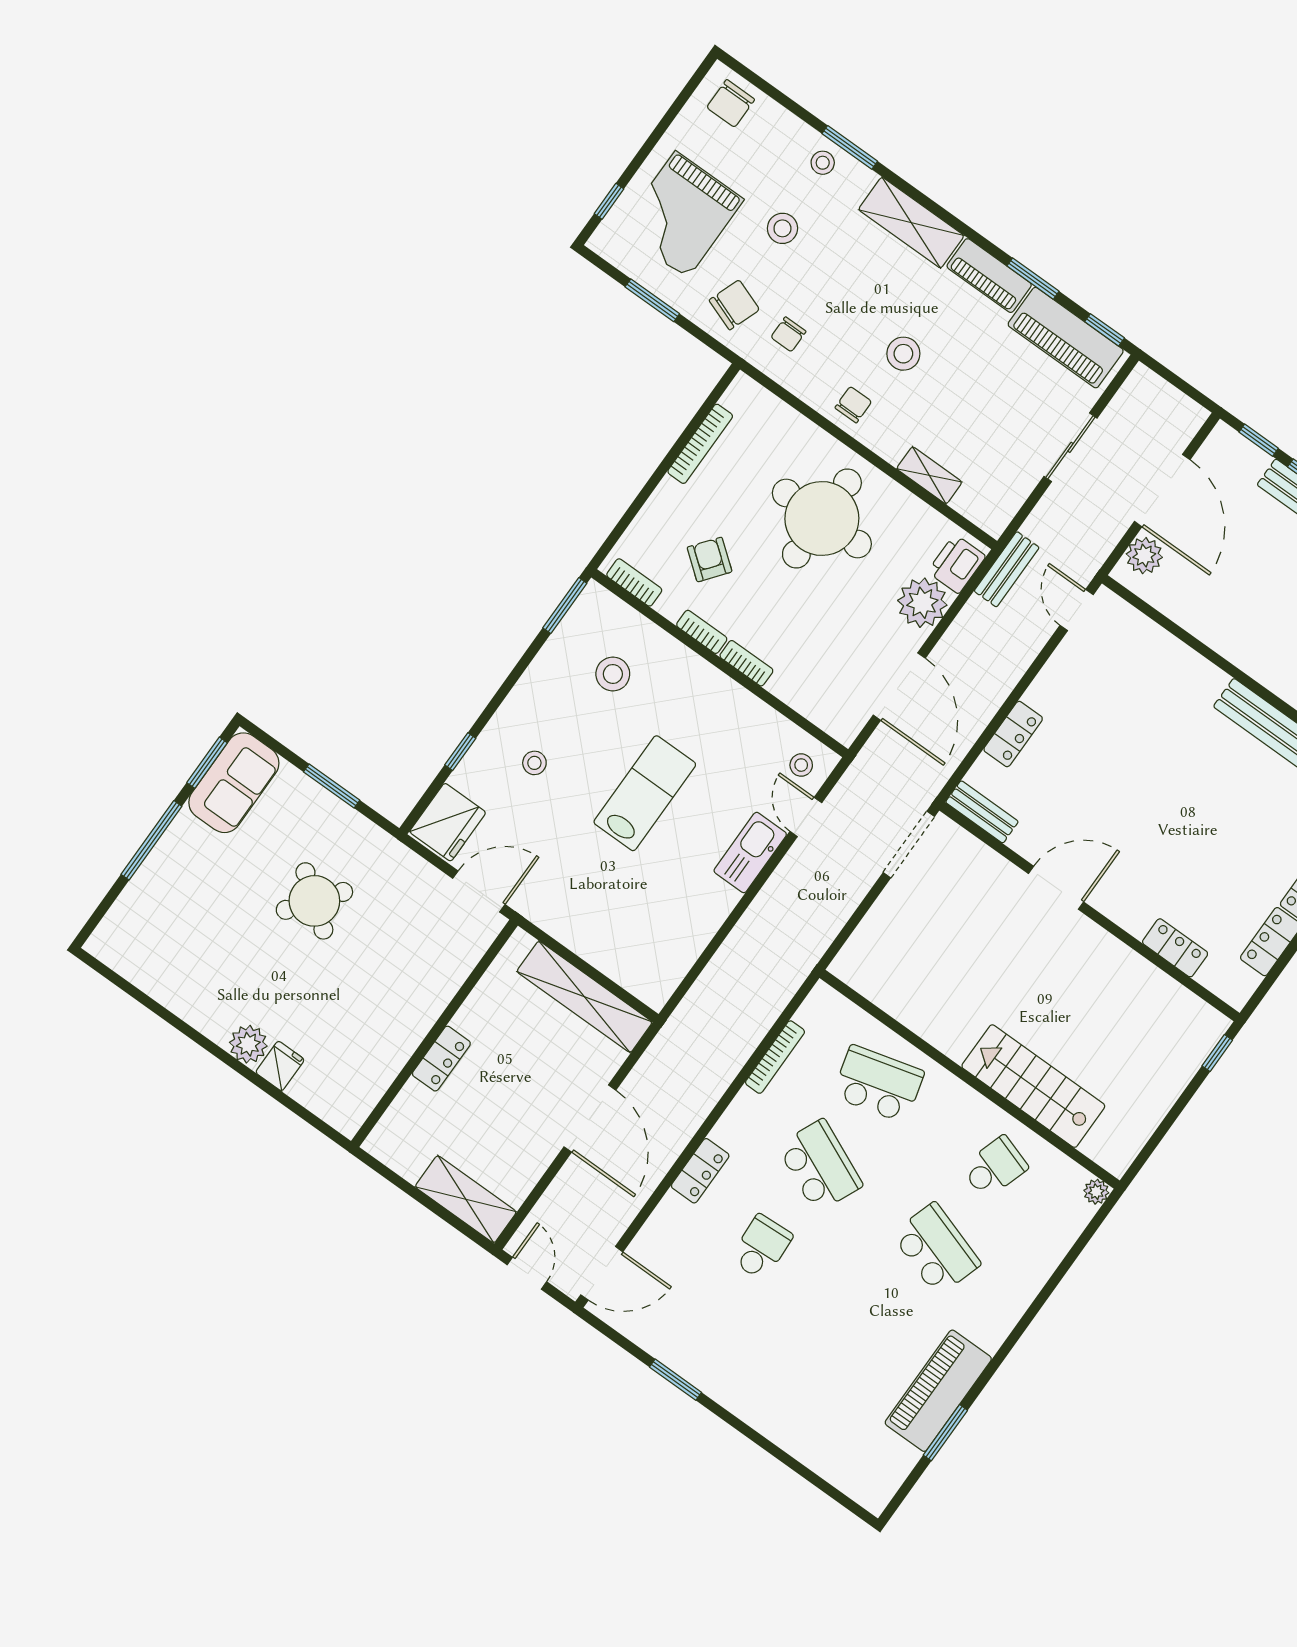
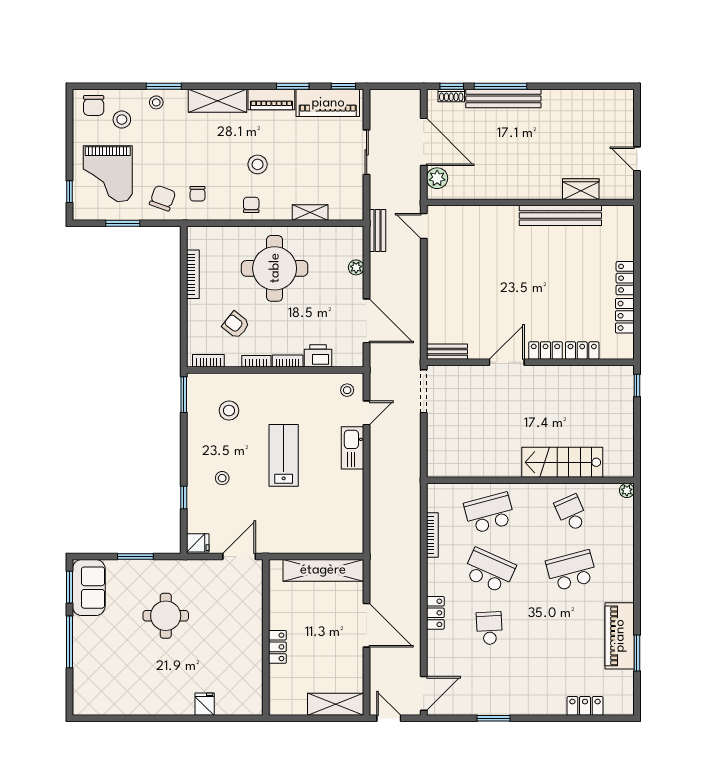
stool: (782, 228) -> (122, 120), moved
shoe rack: (1248, 453) -> (451, 95), added
printer: (957, 564) -> (318, 356), moved, turned 90
plant: (922, 603) -> (356, 267), width x0.53, depth x0.53
locker: (1013, 734) -> (545, 351), moved, turned -90
door: (806, 817) -> (367, 413), swing flipped
fridge: (448, 822) -> (198, 543), width x0.53, depth x0.75
round table: (314, 901) -> (166, 616), turned -37
plant: (248, 1044) -> (183, 705), removed
school desk: (995, 1167) -> (571, 513), turned -42
school desk: (936, 1249) -> (571, 571), turned -33
locker: (818, 1455) -> (585, 706), added

